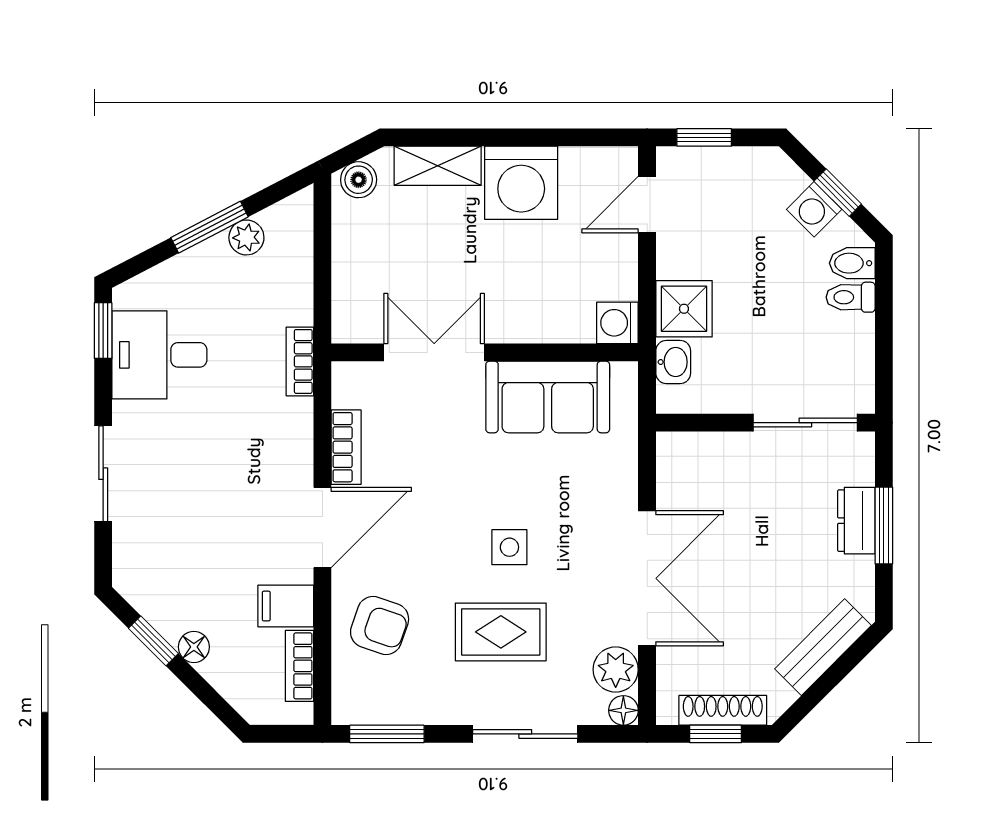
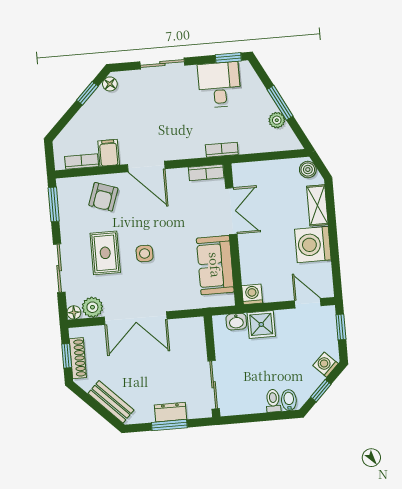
washing machine: (814, 209) -> (325, 365), moved
bookcase: (346, 447) -> (206, 172), moved
floor lamp: (194, 647) -> (110, 84), moved

